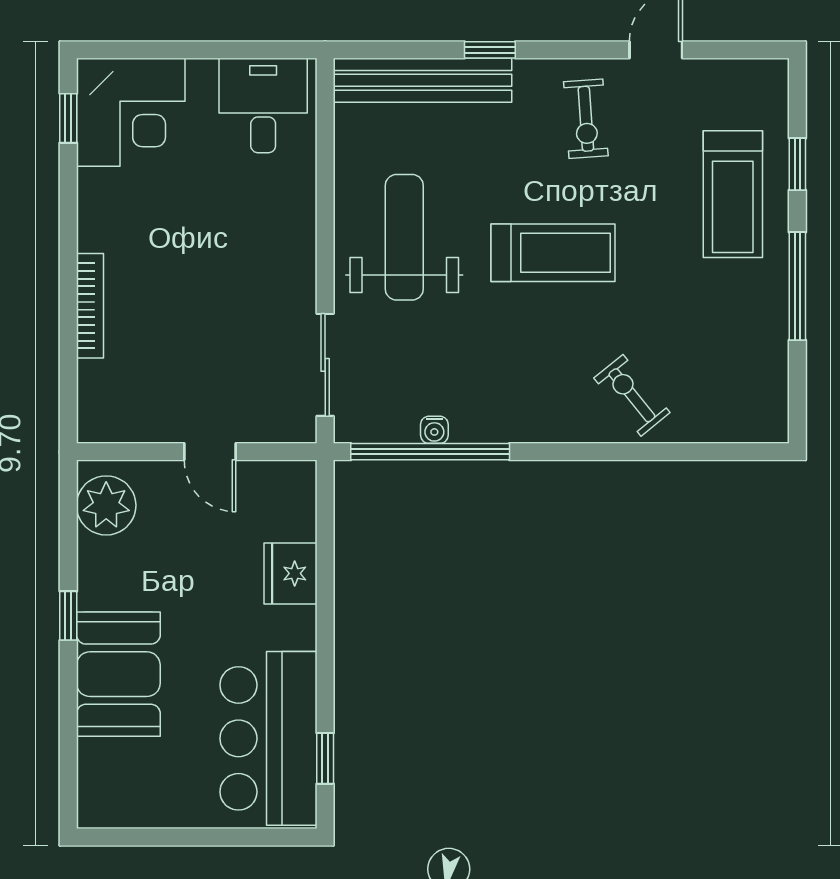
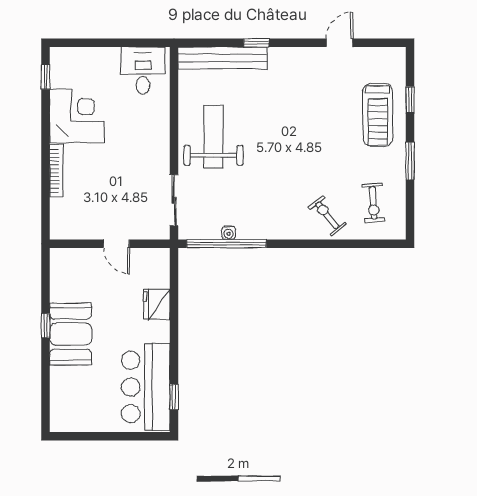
corner desk: (131, 112) -> (77, 116), moved, turned -90
exercise bike: (586, 119) -> (373, 203), moved
treadmill: (553, 253) -> (288, 144), removed
window: (797, 286) -> (410, 161), width x0.69
plant: (106, 505) -> (65, 271), removed
booth: (118, 674) -> (71, 334), moved

